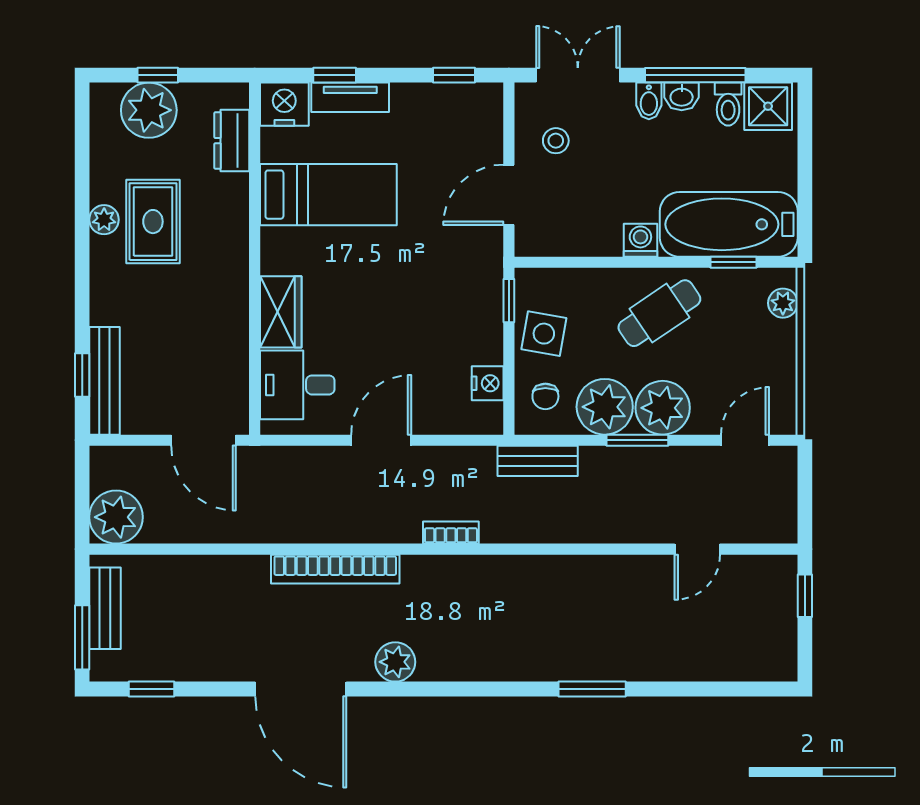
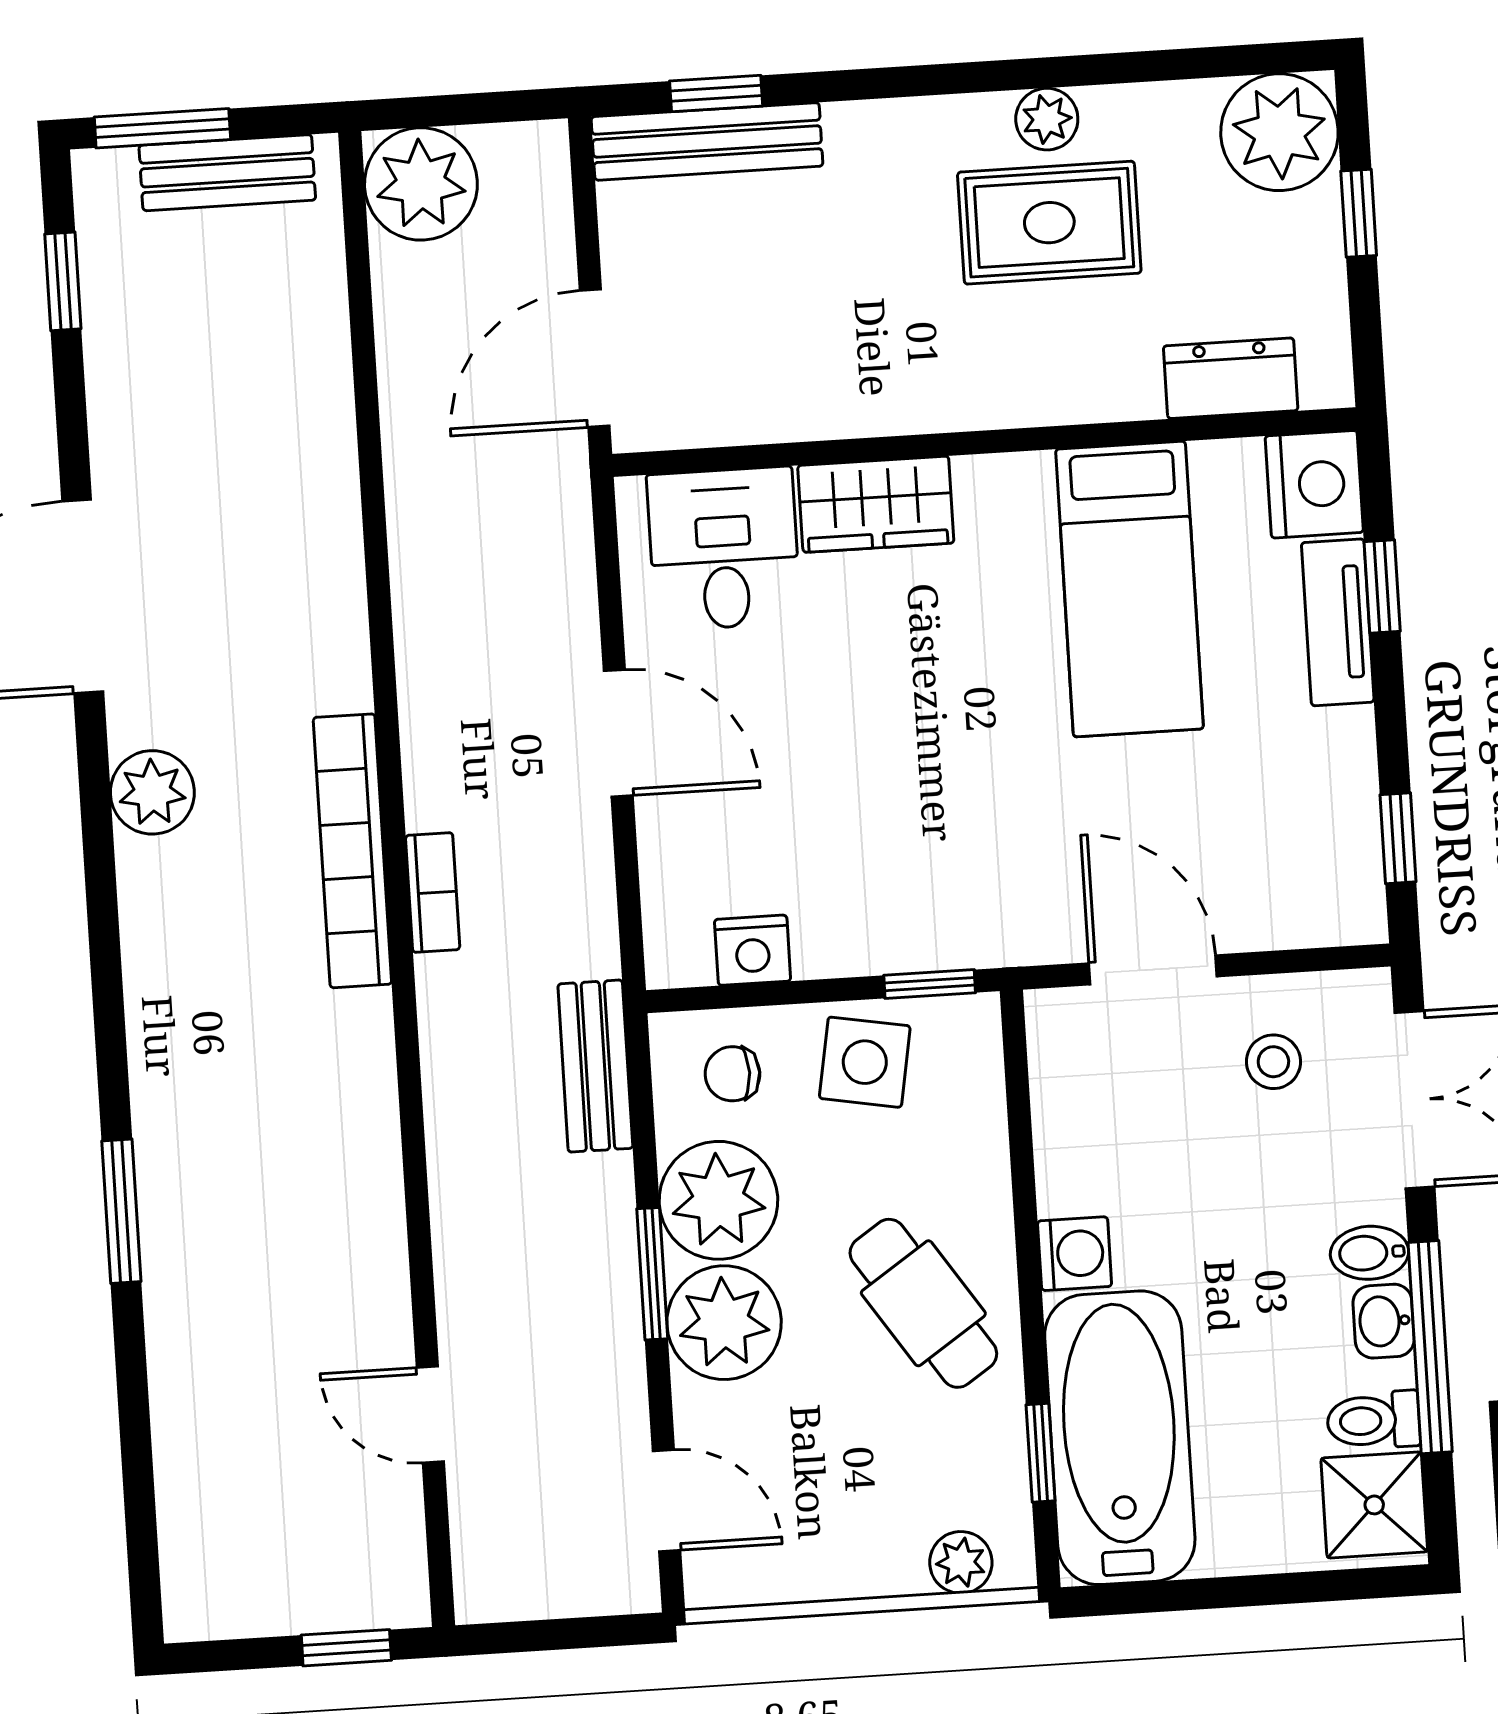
plant: (149, 110) -> (1279, 132), moved
bookcase: (335, 569) -> (352, 851), moved

